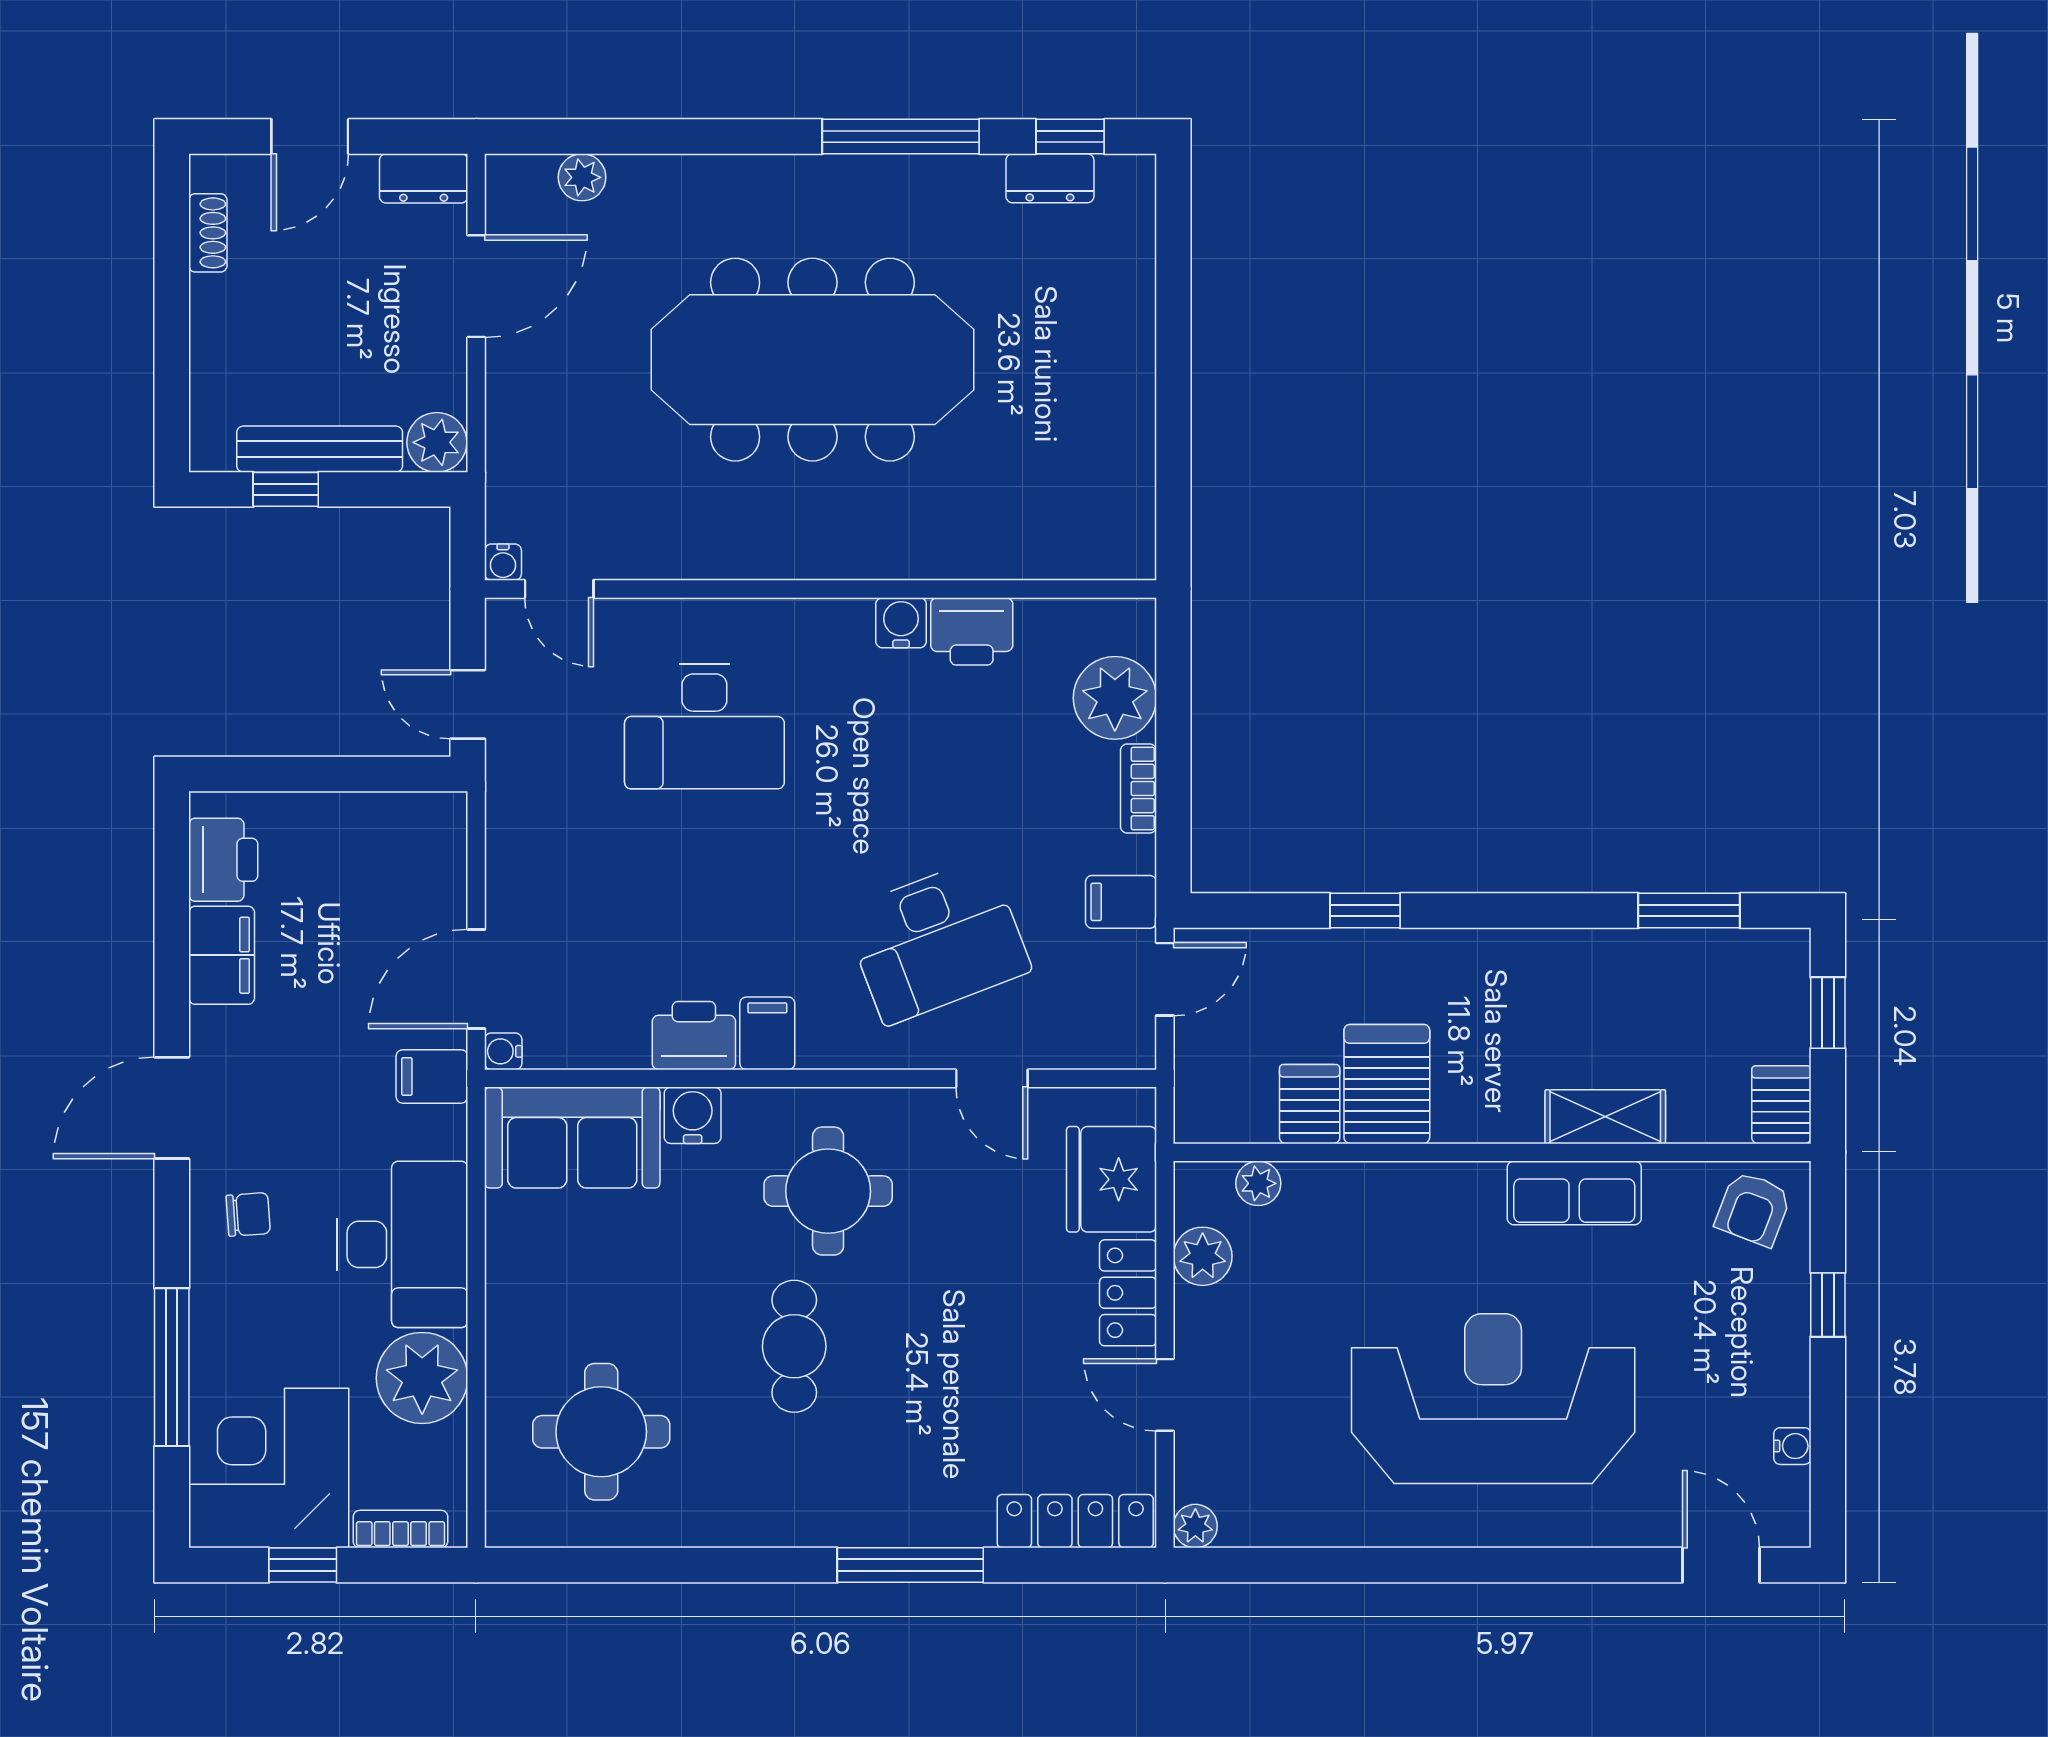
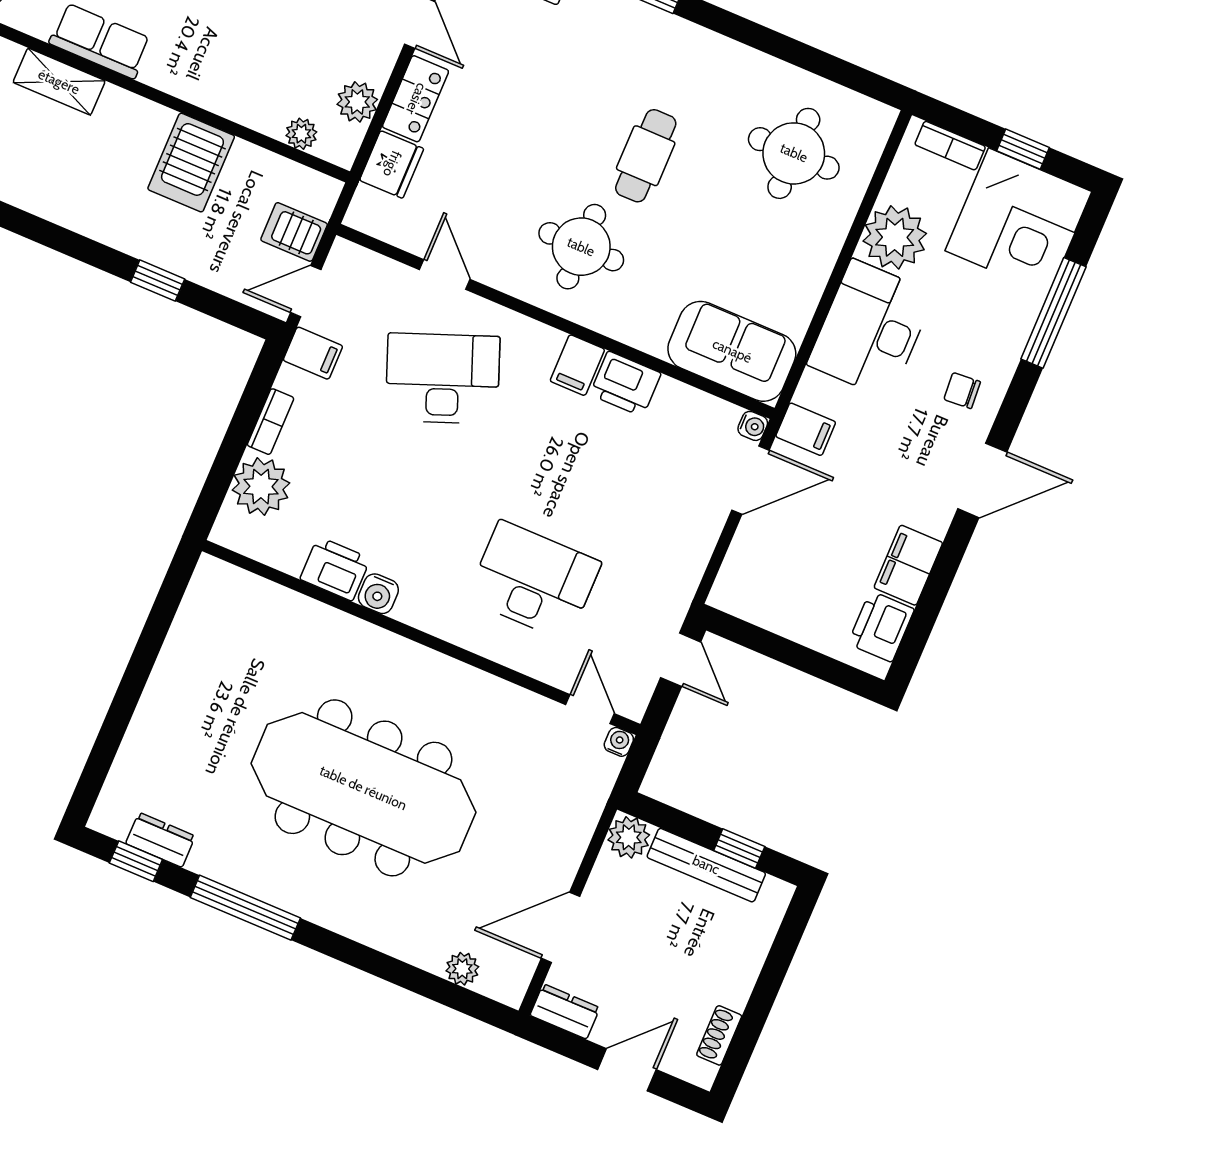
server rack: (1310, 1104) -> (294, 232), moved, turned 90
water cooler: (693, 1115) -> (648, 333), removed
fridge: (1111, 1179) -> (392, 164), width x0.73, depth x0.75

